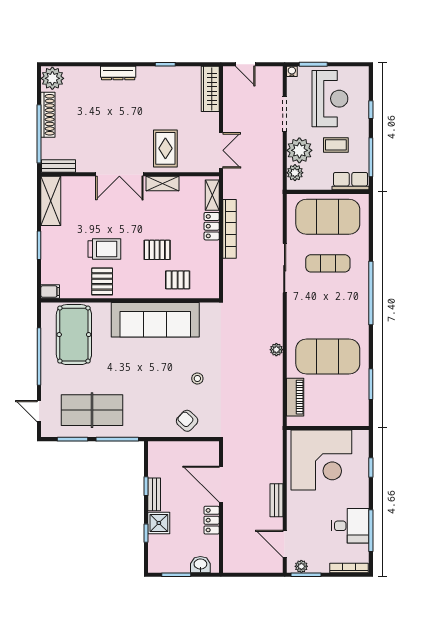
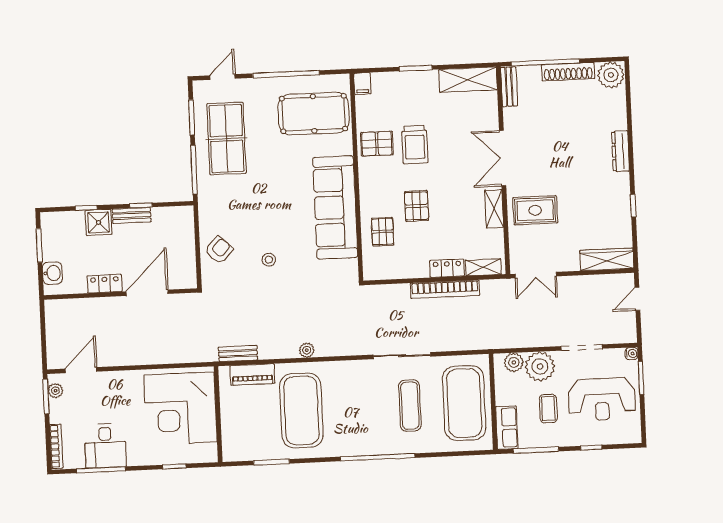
bench: (276, 500) -> (238, 353), moved

